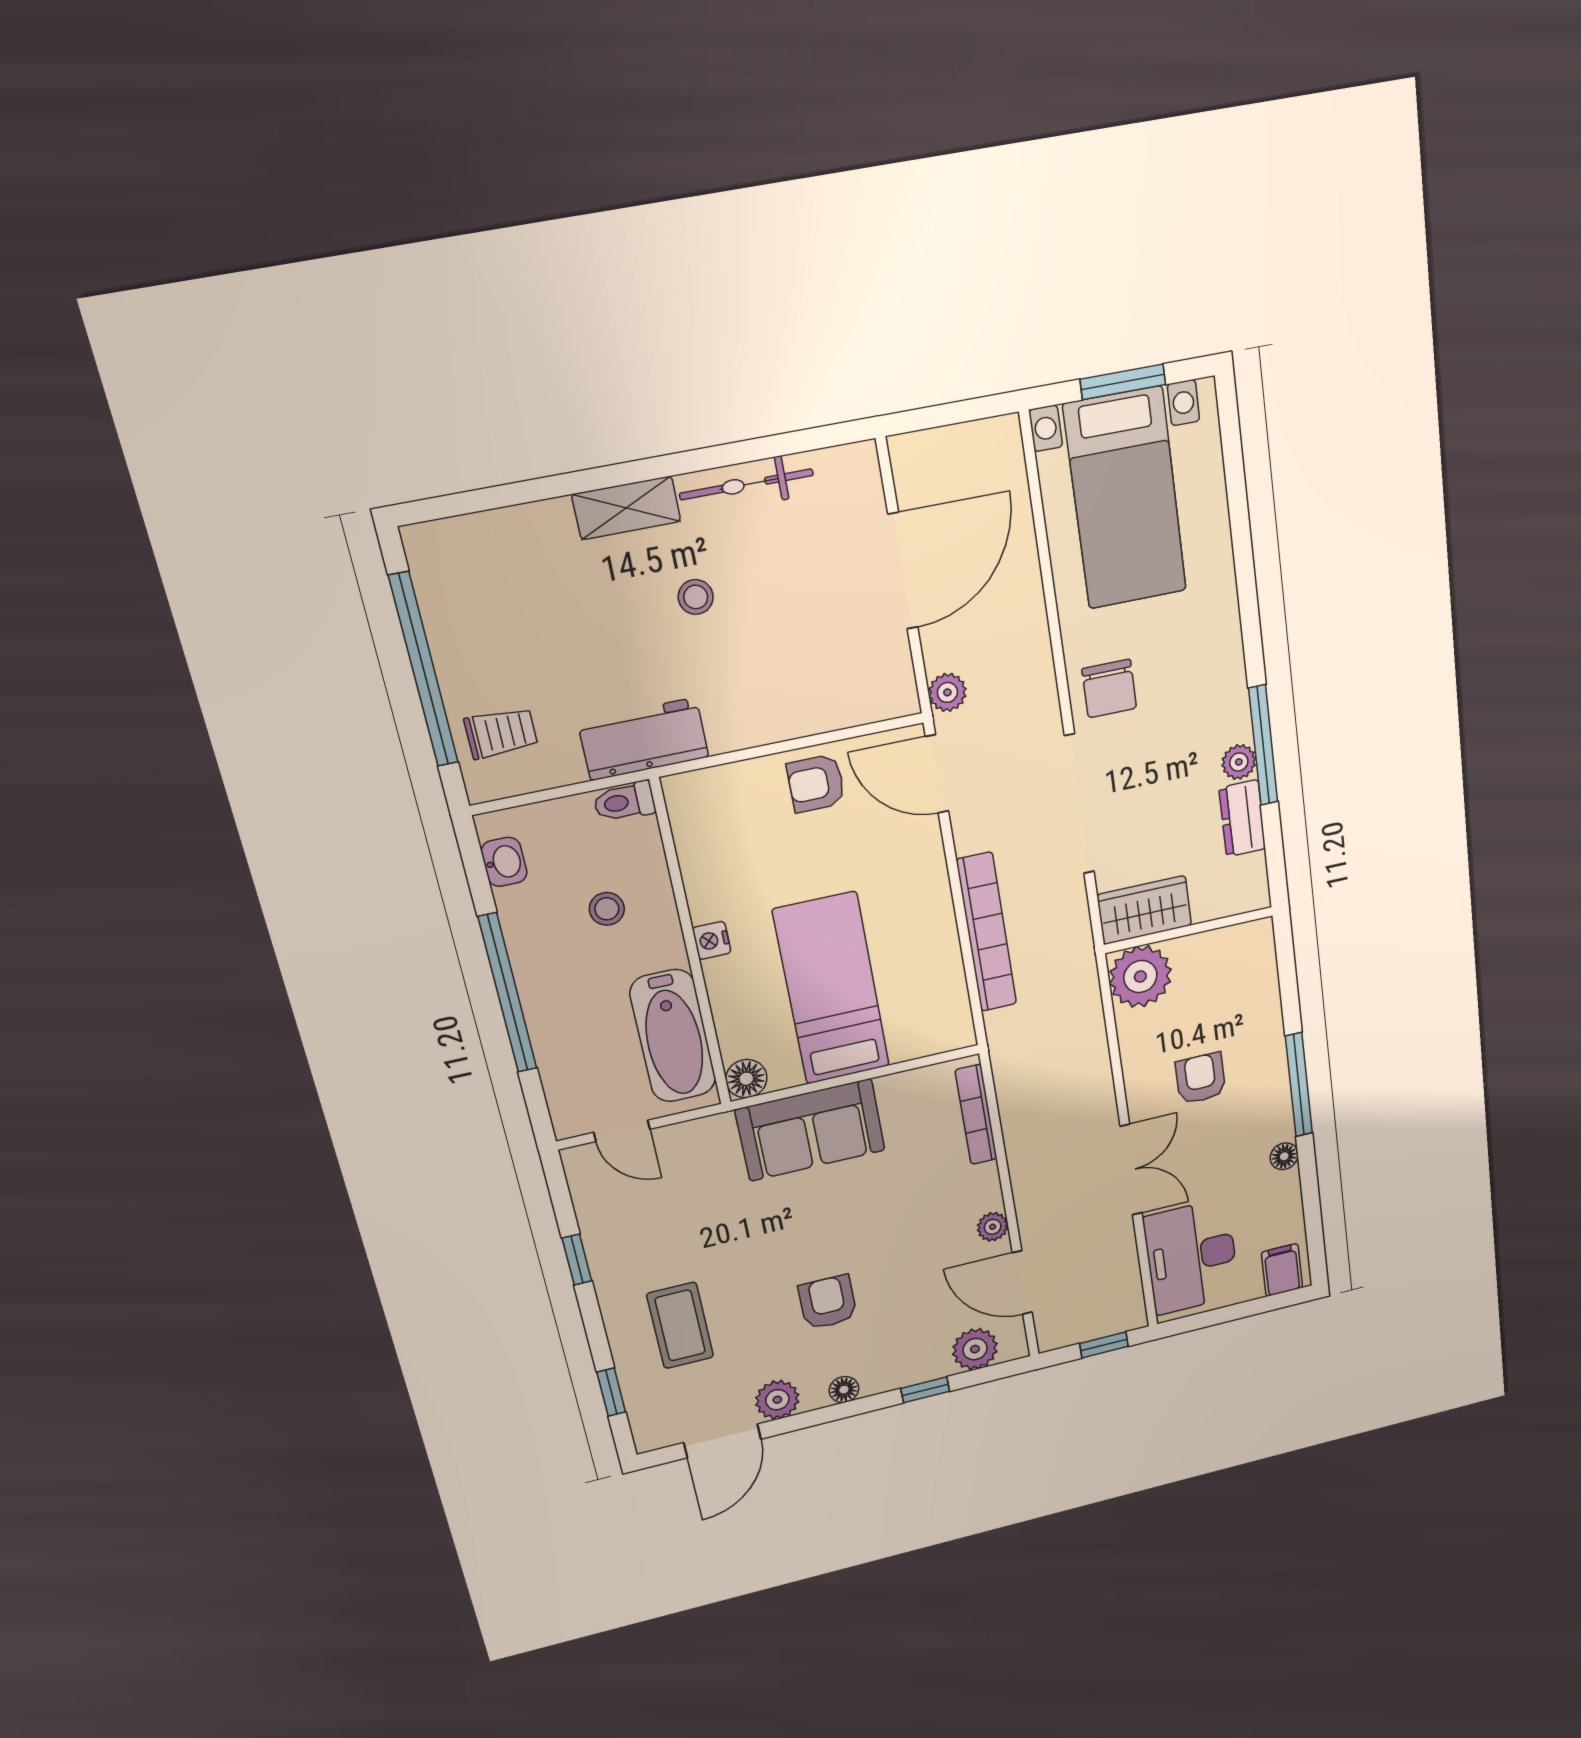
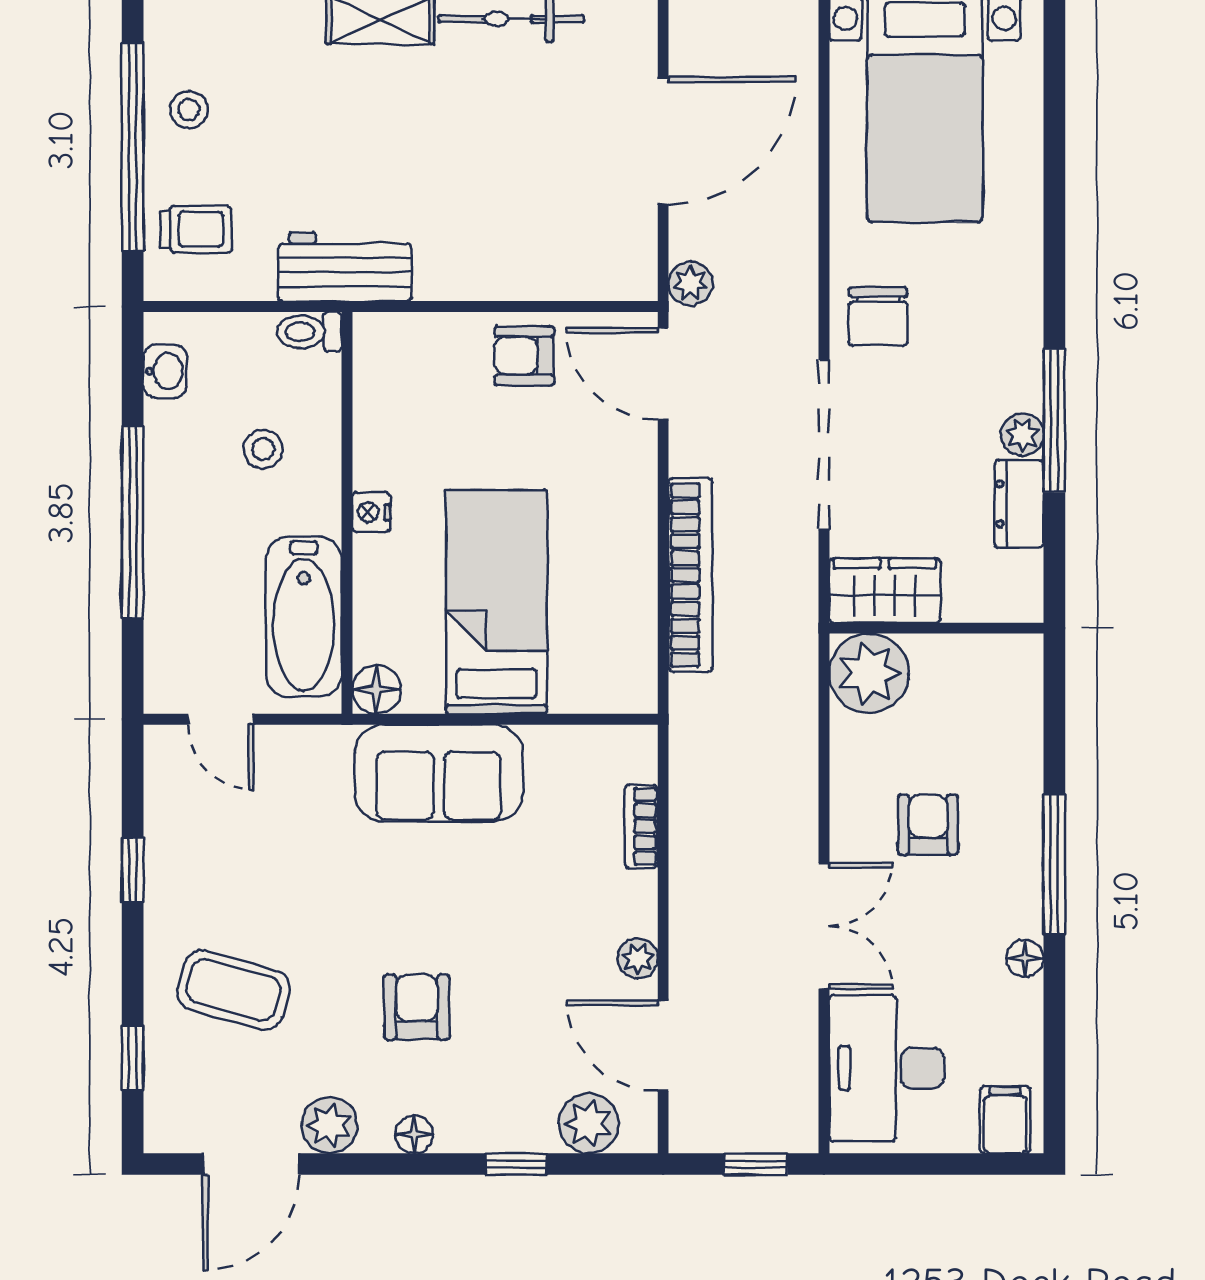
stool: (696, 597) -> (189, 110), moved
bookcase: (976, 1115) -> (641, 826), width x0.64
coffee table: (680, 1325) -> (233, 990), turned -74

